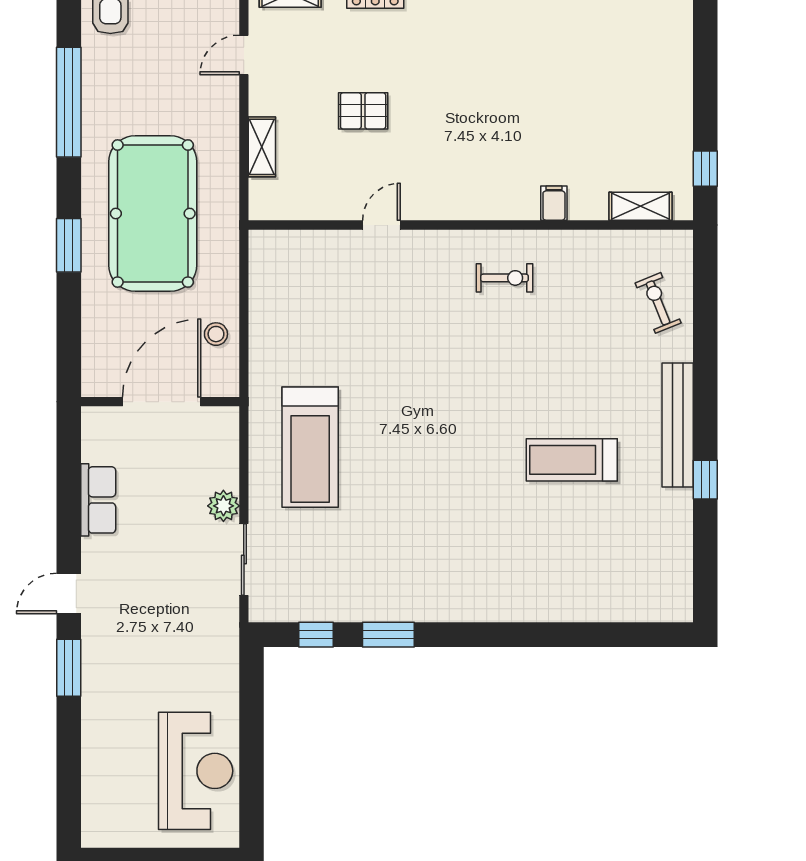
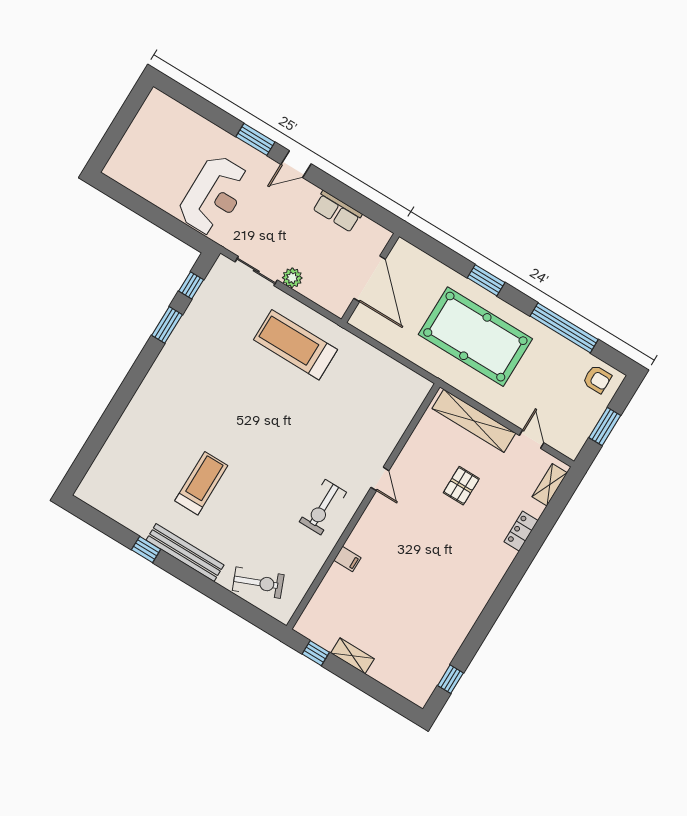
shelving: (262, 147) -> (474, 421), width x2.20, depth x1.33
shelving: (640, 206) -> (352, 656), moved, turned 90
door: (381, 225) -> (380, 479), moved
exercise bike: (504, 278) -> (323, 507), width x1.38, depth x1.39
exercise bike: (658, 303) -> (258, 583), width x1.38, depth x1.39
stool: (216, 334) -> (389, 331), removed
door: (69, 593) -> (296, 164), swing flipped
reception desk: (196, 771) -> (214, 195), moved, turned -90

